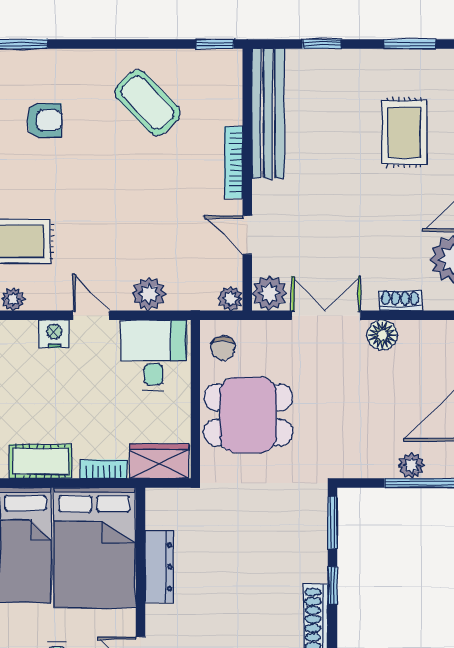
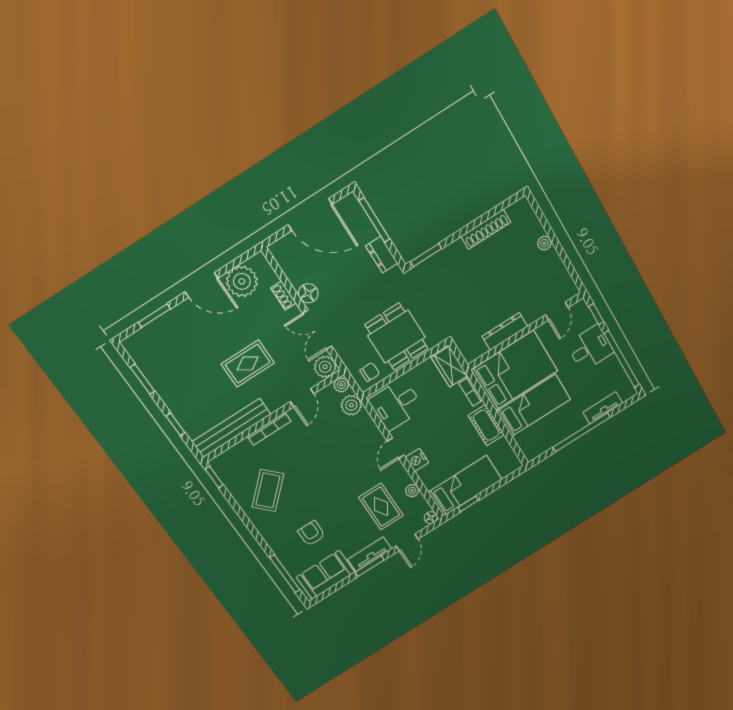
rug: (404, 133) -> (248, 363), moved
plant: (149, 294) -> (351, 405), moved
dresser: (371, 464) -> (382, 255), added
plant: (412, 465) -> (369, 232), removed
window: (333, 586) -> (460, 233), removed

